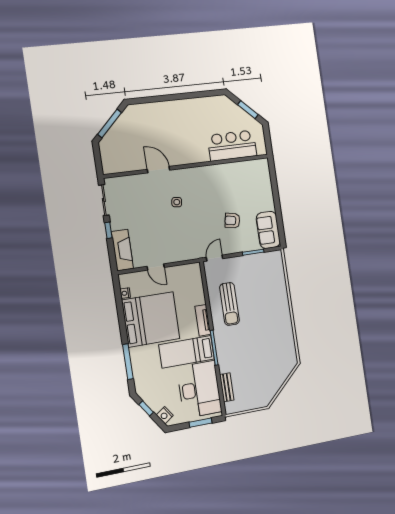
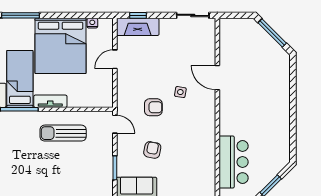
door: (158, 170) -> (217, 78), swing flipped
armchair: (194, 225) -> (153, 107), added
window: (108, 230) -> (138, 15), moved

